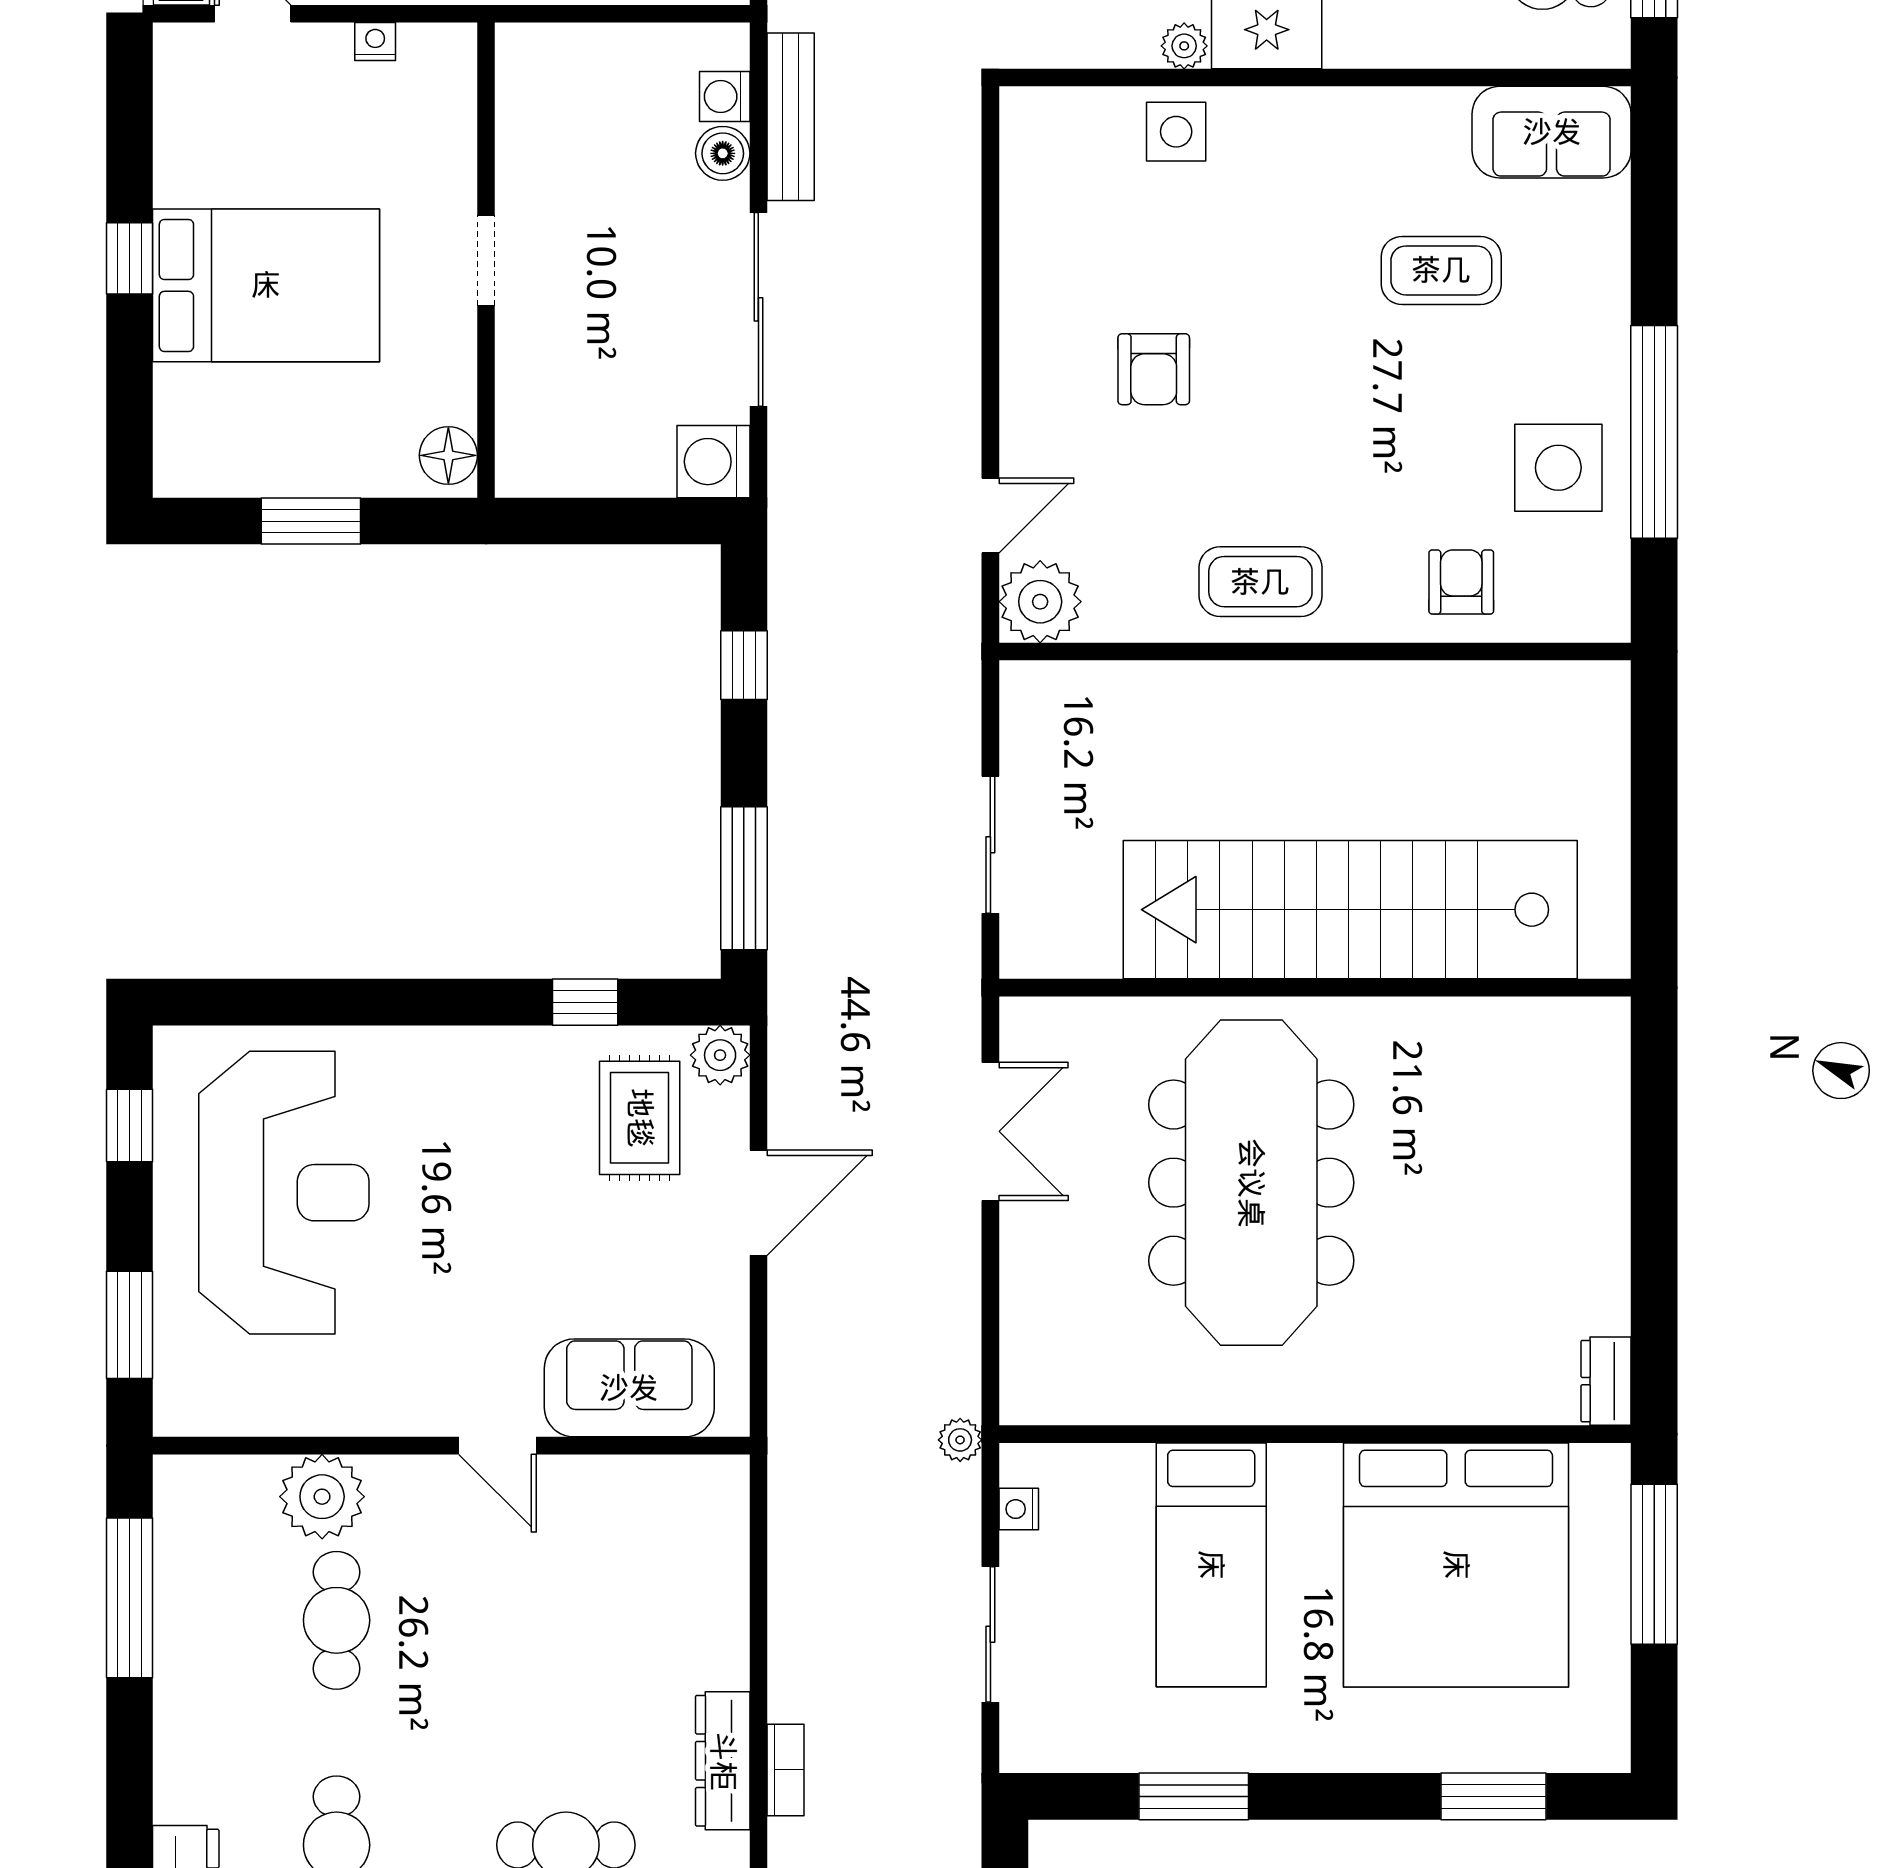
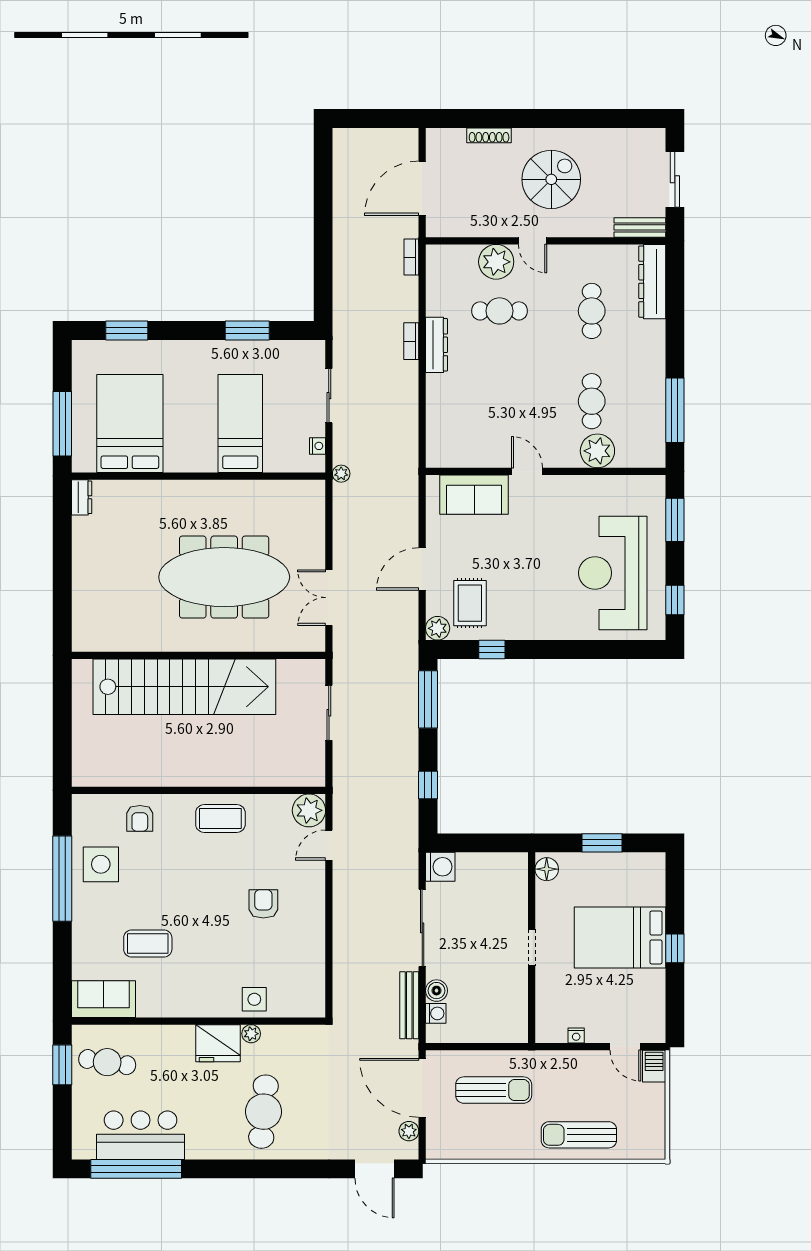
meeting table: (1251, 1183) -> (224, 577), turned 90
bed: (1456, 1565) -> (130, 423), width x0.73

